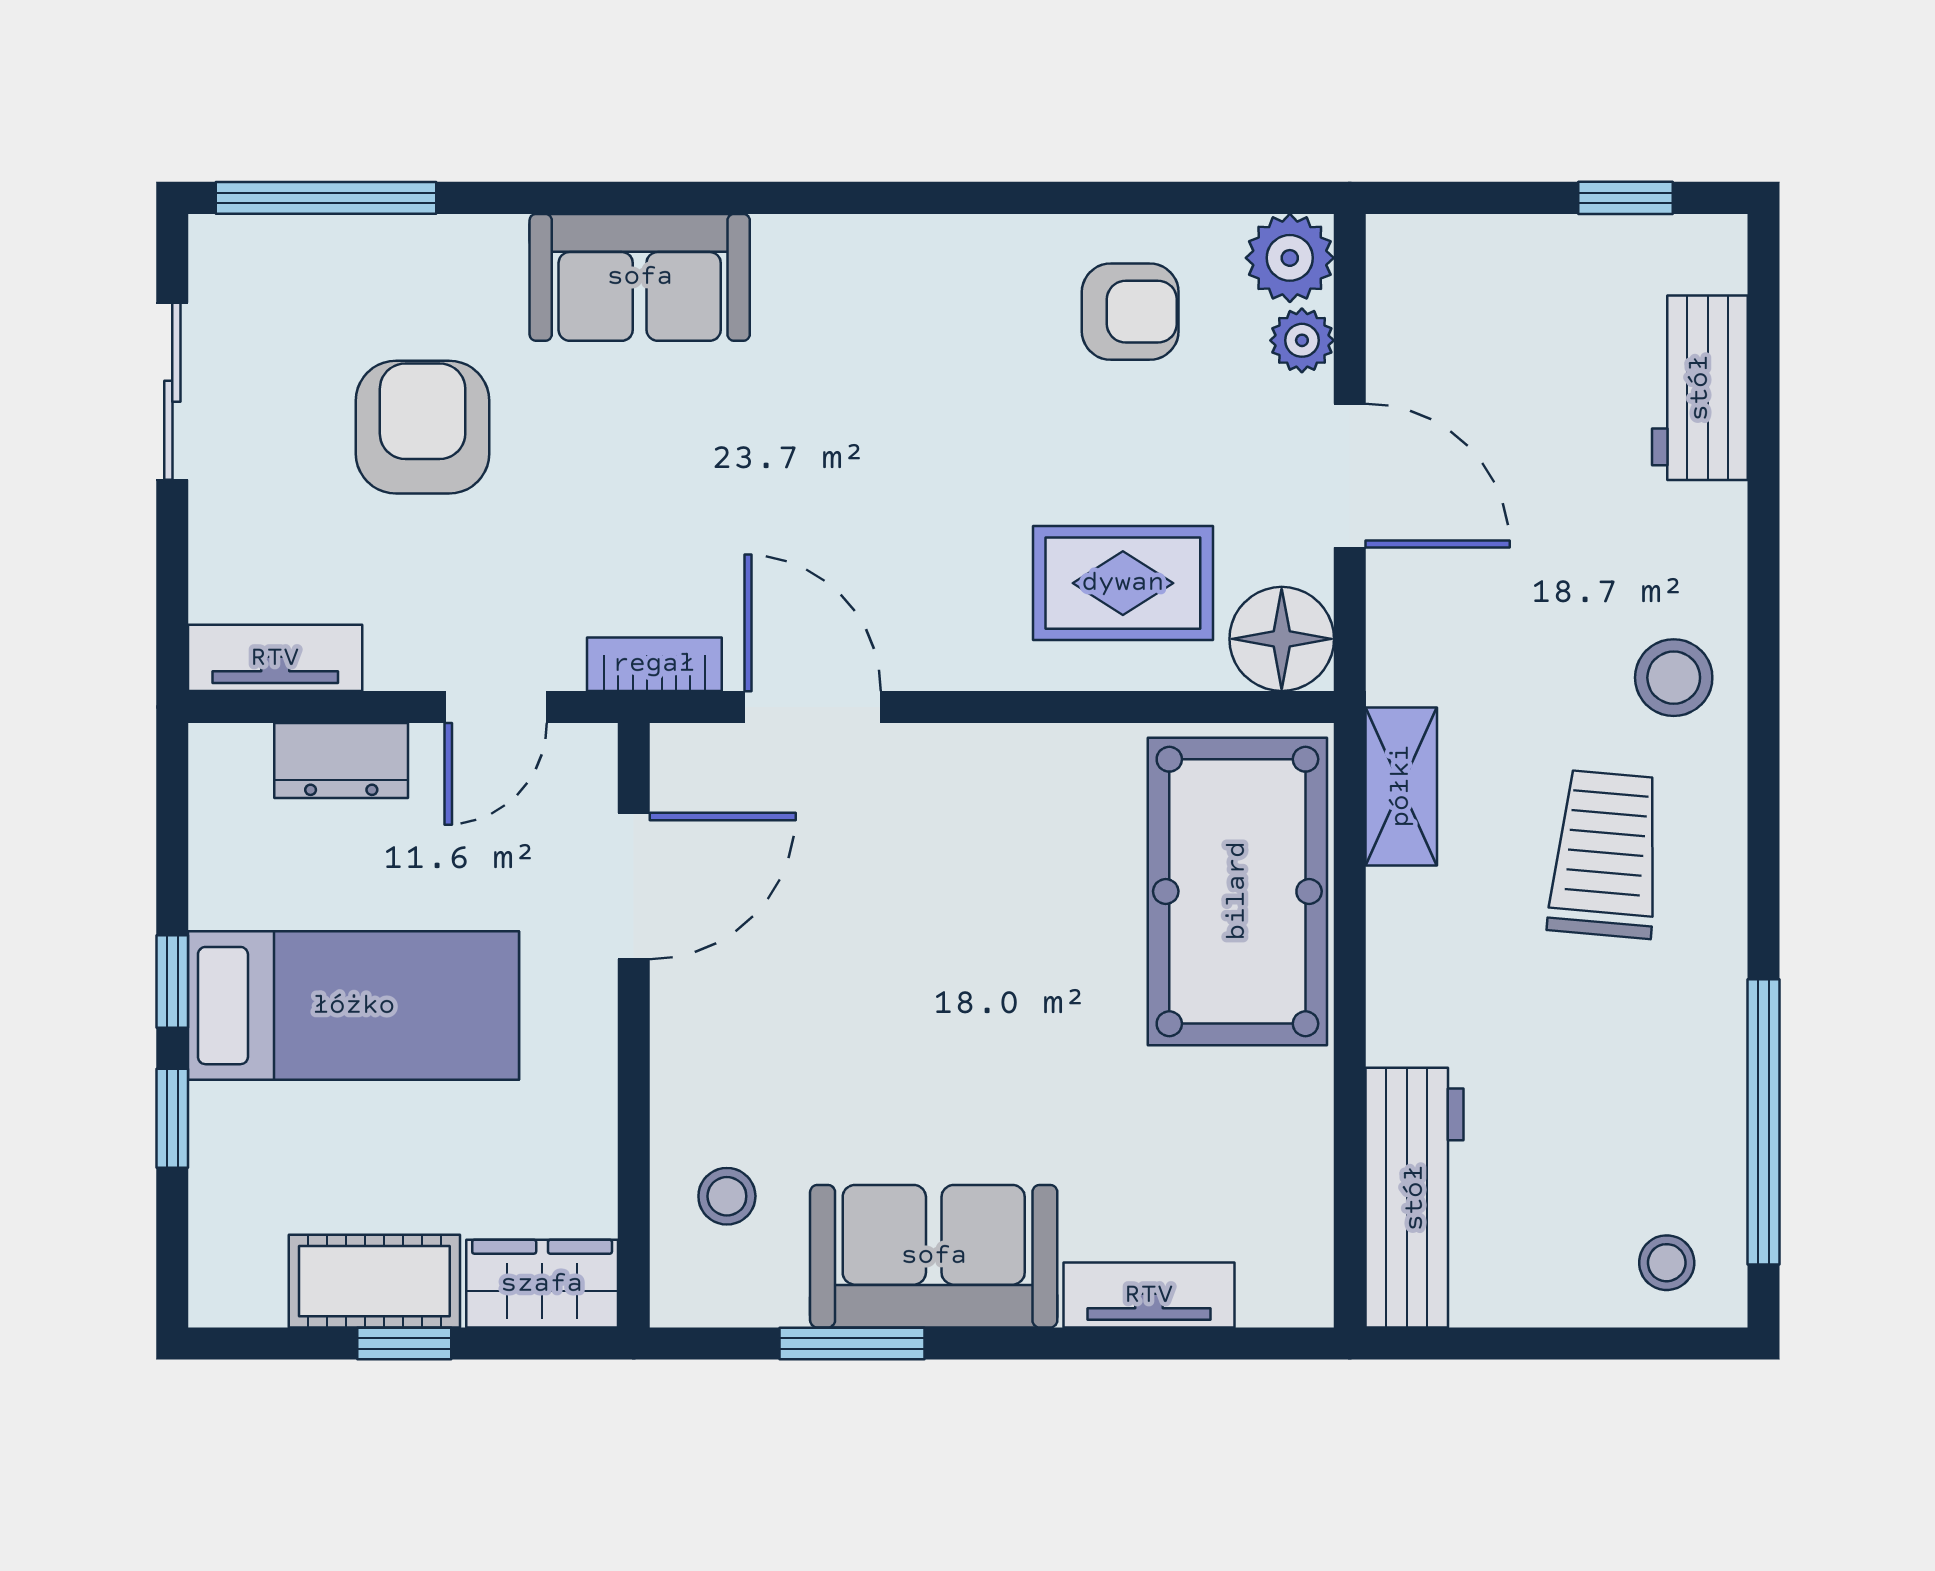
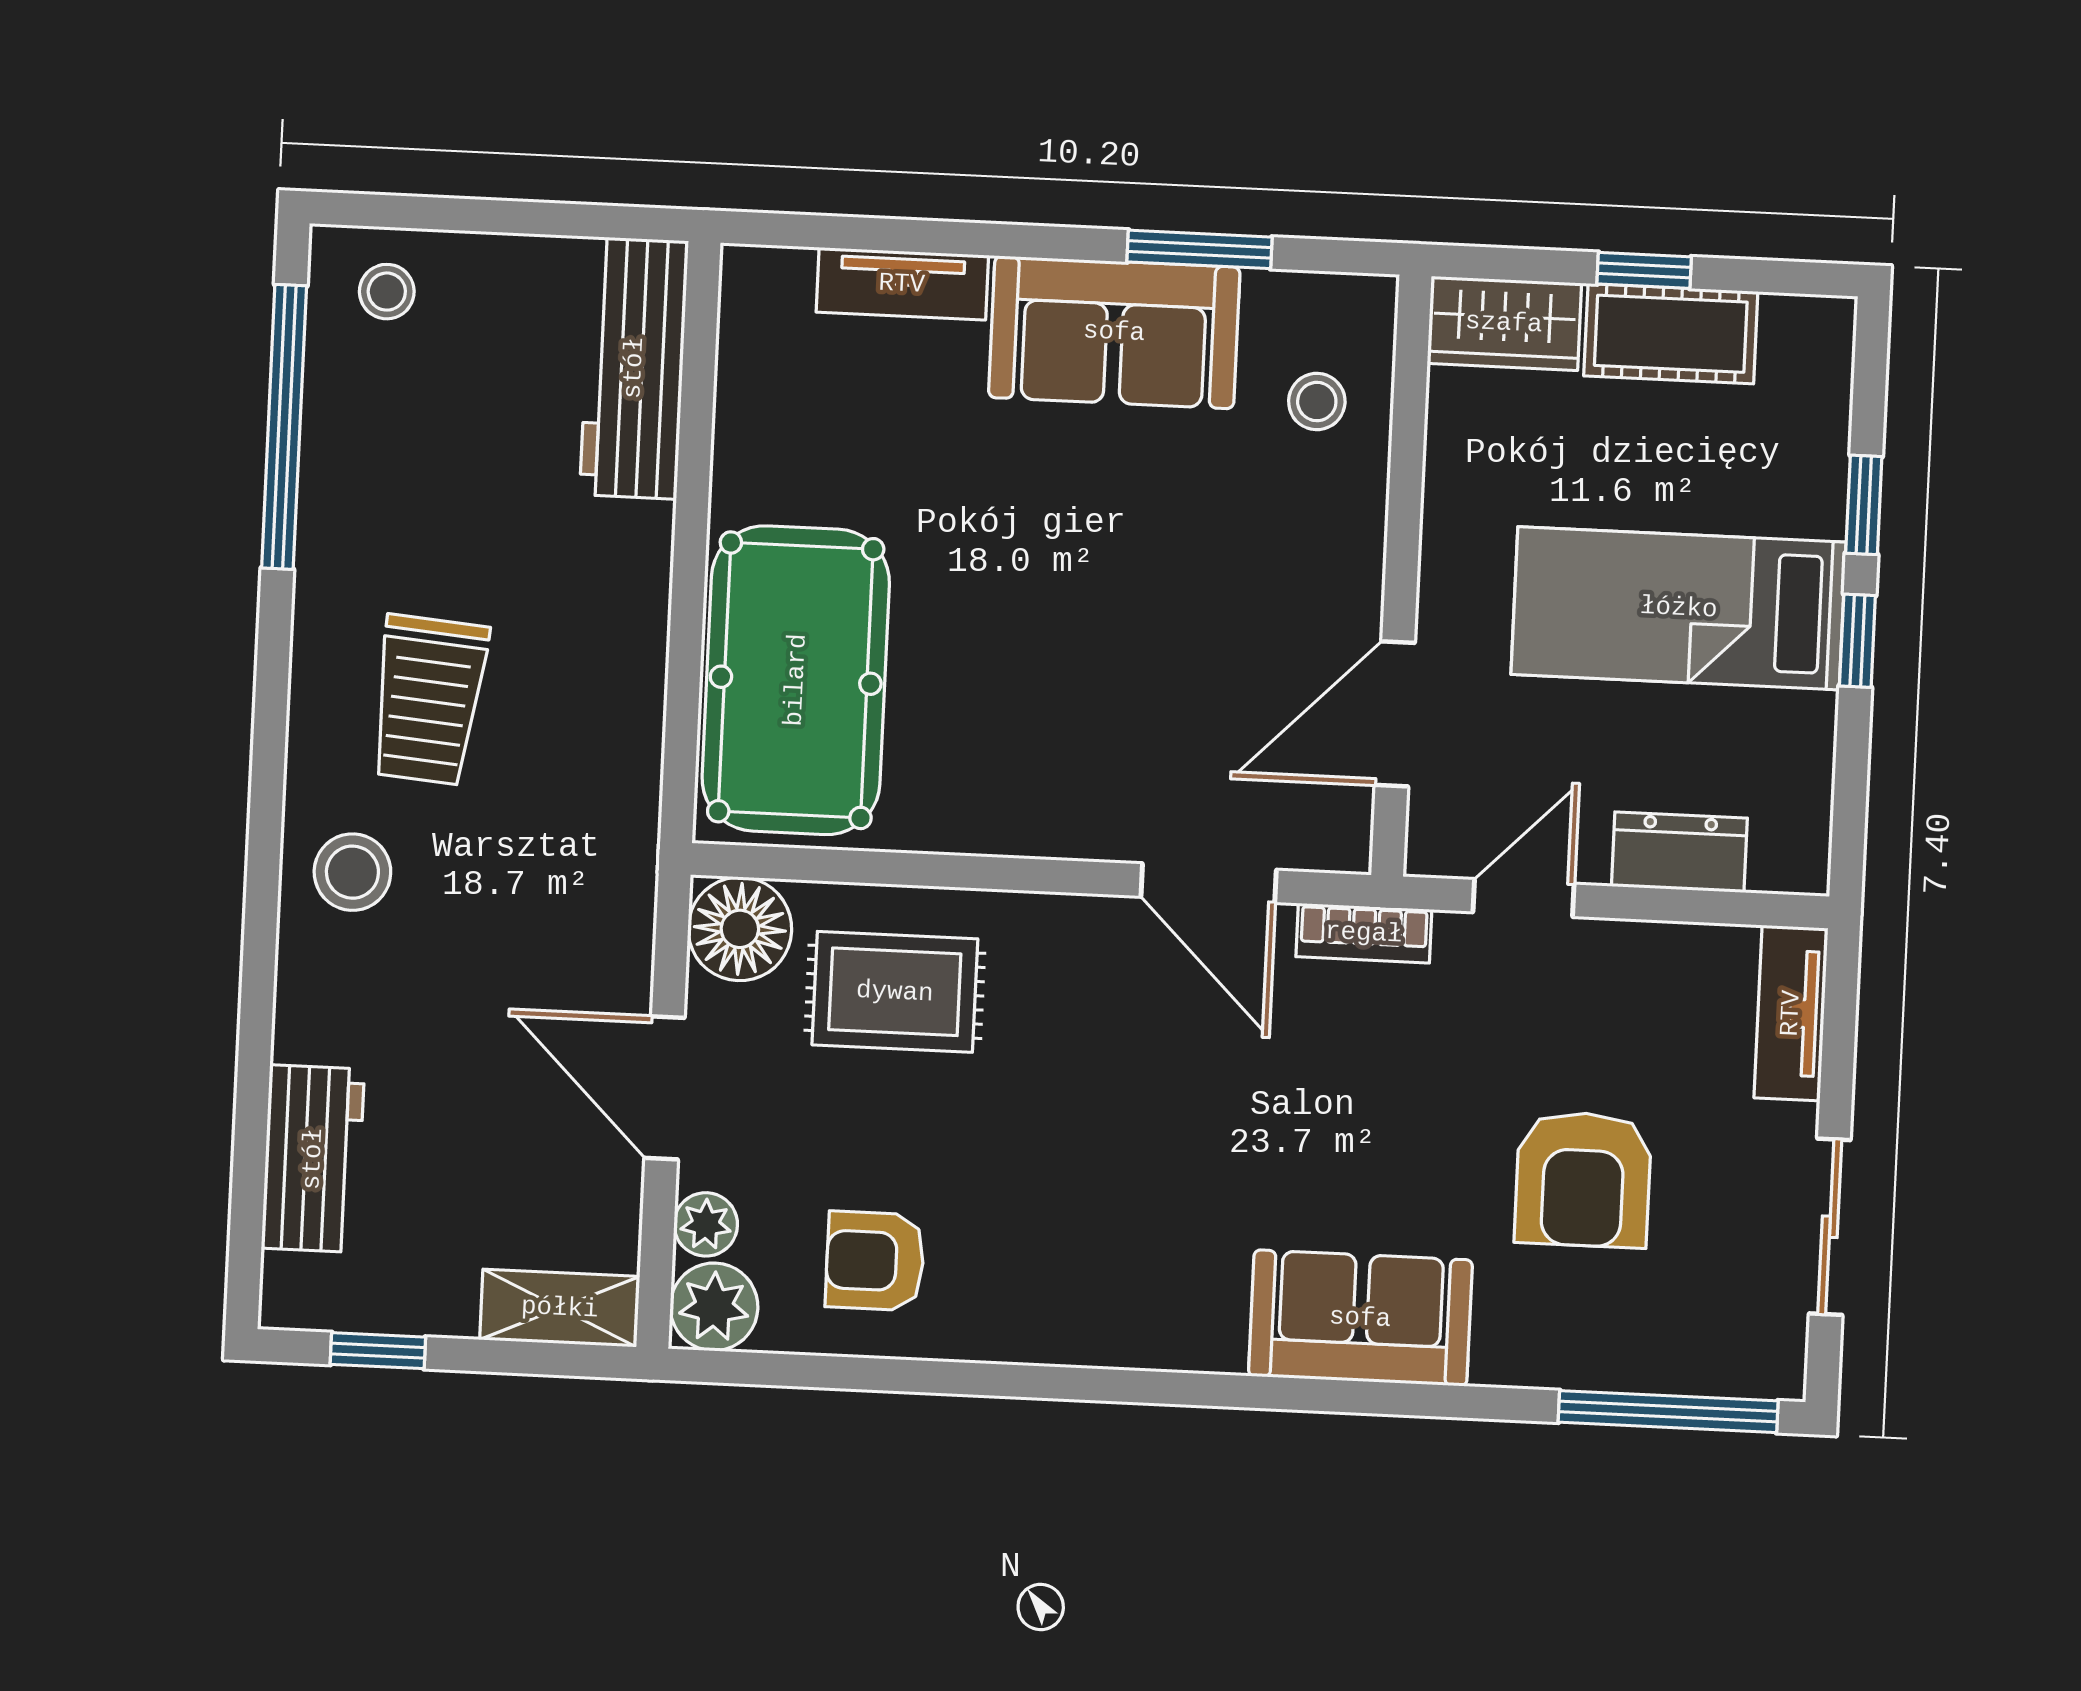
tv unit: (275, 658) -> (1791, 1013), moved, turned 90
shelving: (1401, 786) -> (560, 1308), moved, turned 90

